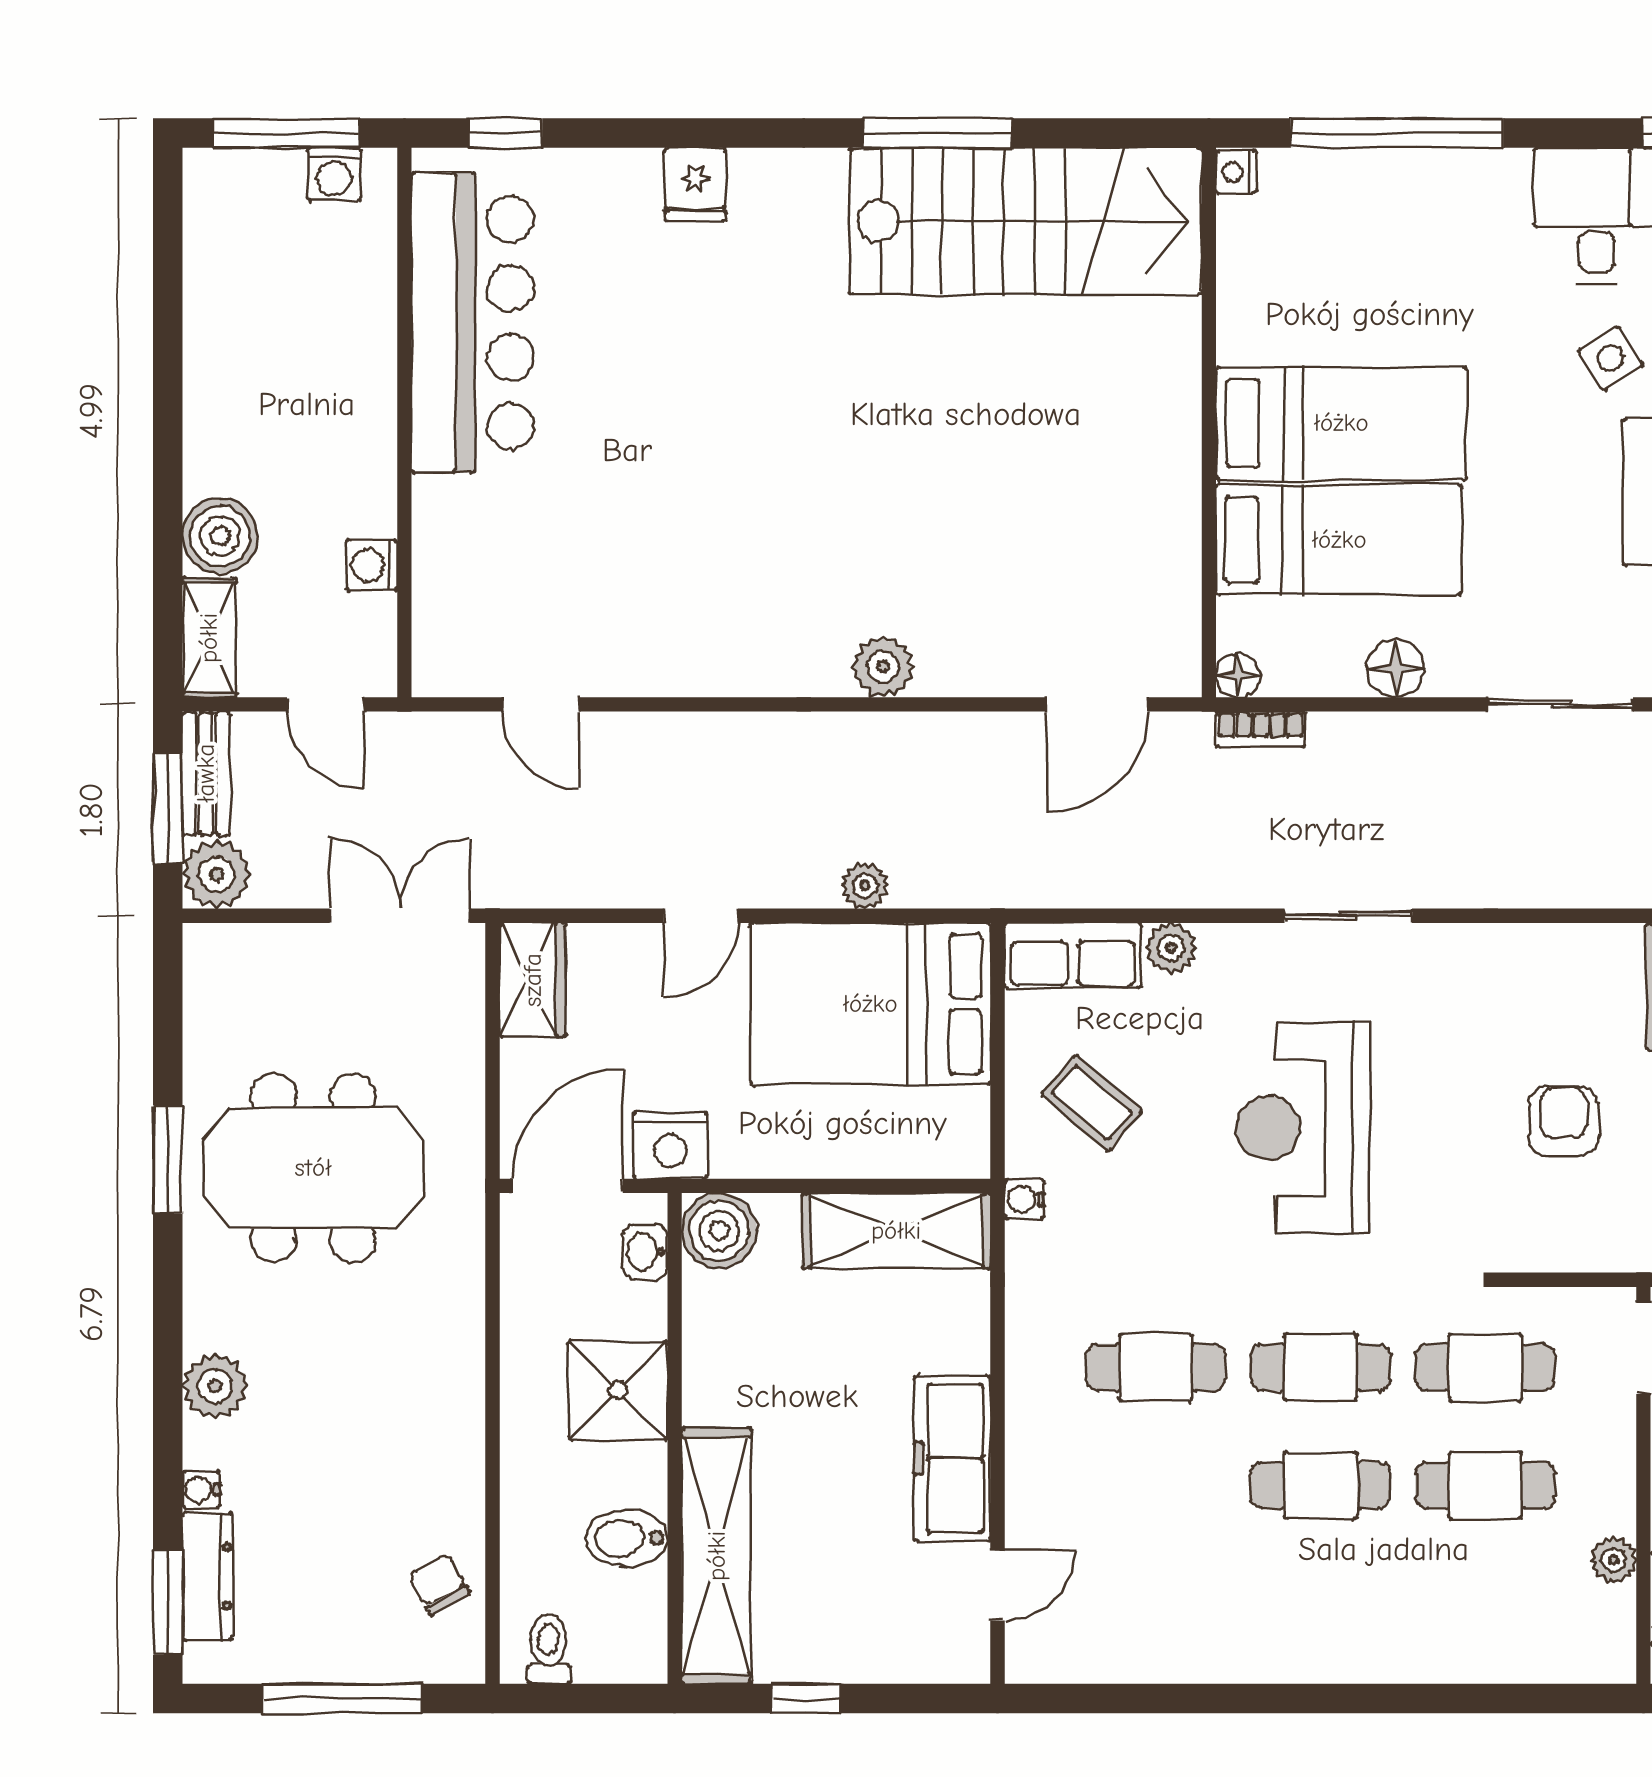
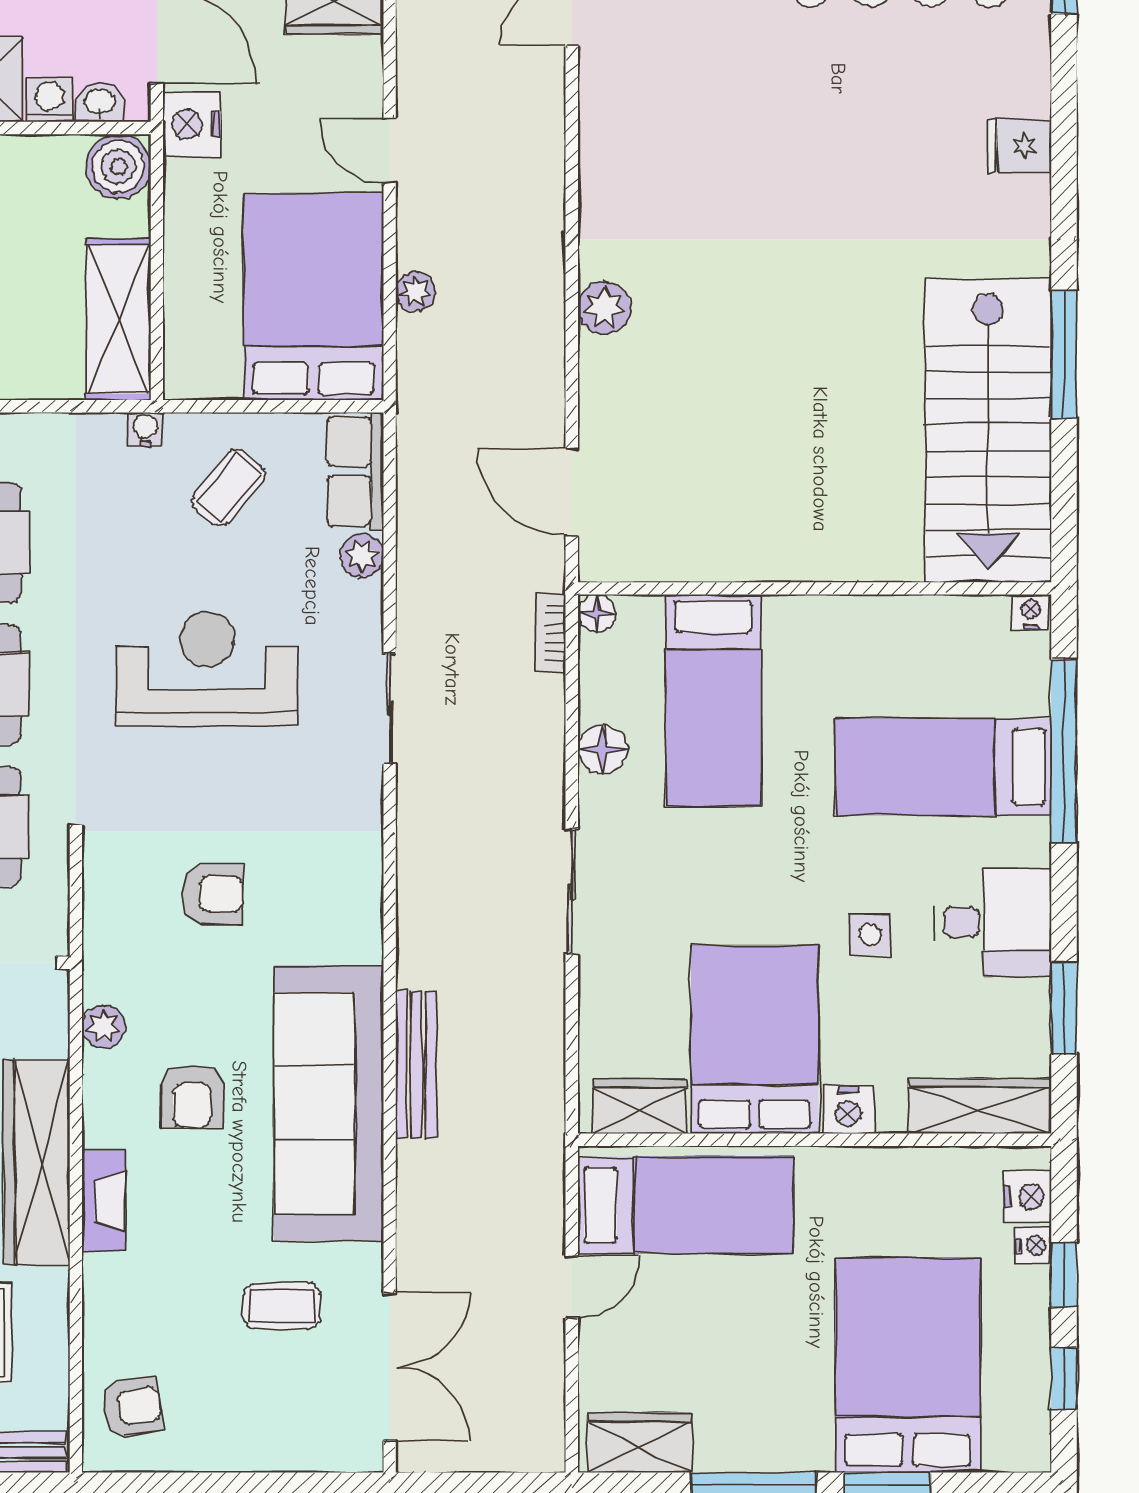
side table: (1611, 358) -> (870, 934), turned 32
bed: (1341, 423) -> (943, 767), moved, turned 90
washing machine: (642, 1310) -> (50, 100), added

